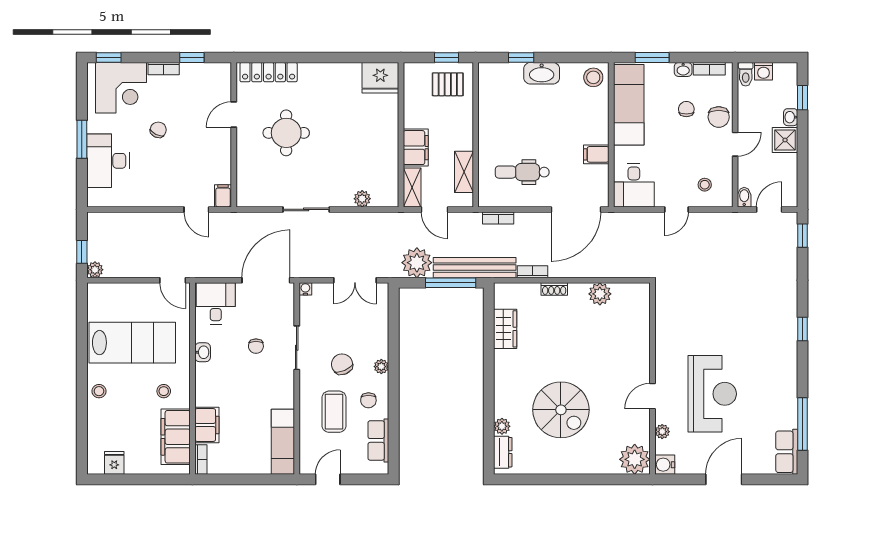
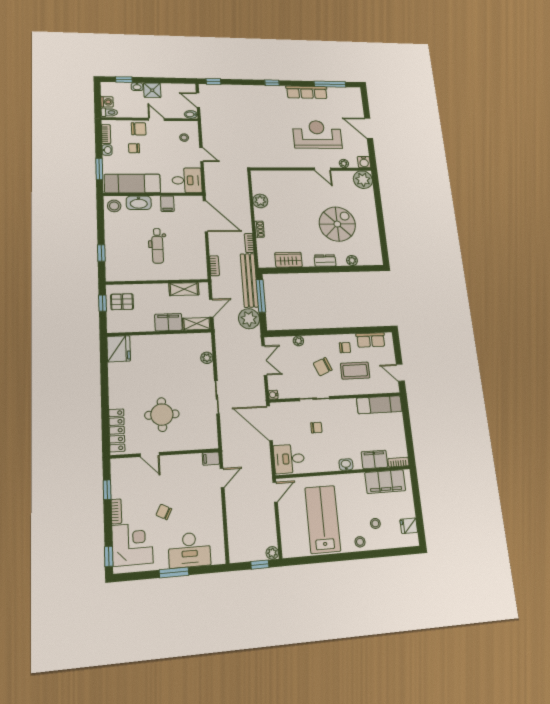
washbasin: (542, 73) -> (139, 203), moved, turned 90
pallet: (448, 84) -> (122, 302), turned 90
dental chair: (522, 172) -> (157, 246), moved
washbasin: (203, 352) -> (346, 465), moved
plant: (381, 367) -> (298, 341), moved
stool: (164, 391) -> (375, 523), moved
dresser: (503, 452) -> (325, 260), moved
row of seats: (787, 452) -> (307, 92), moved, width x1.48

